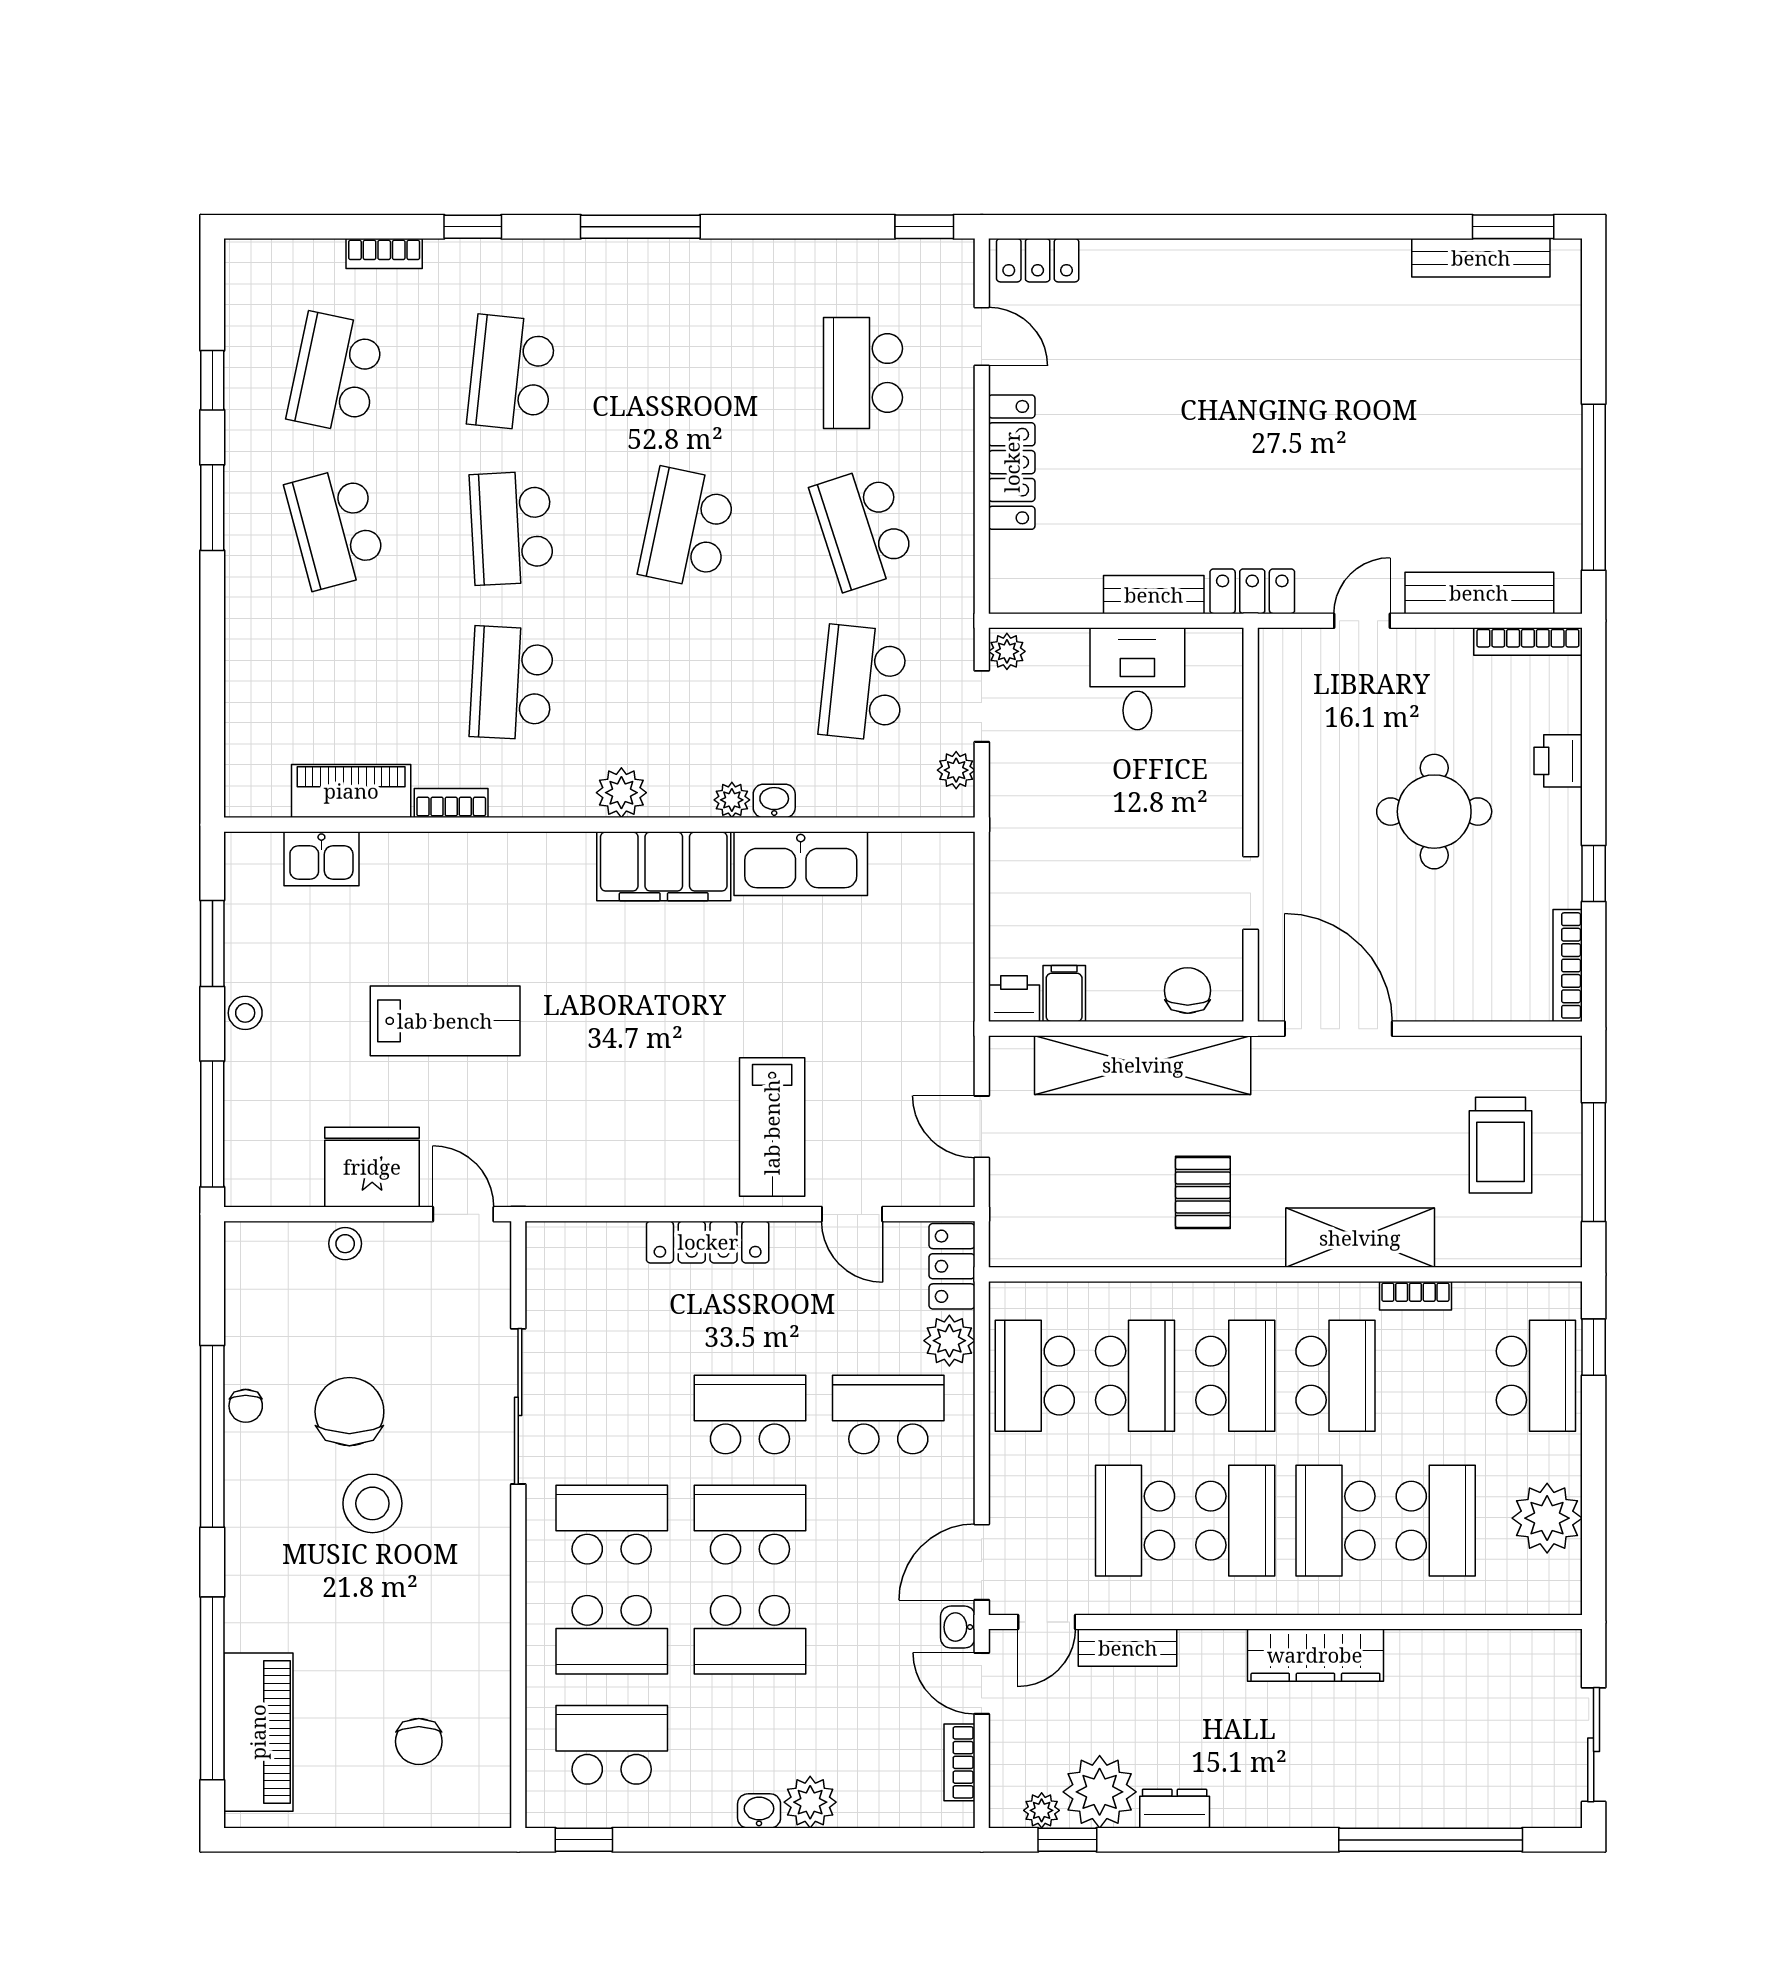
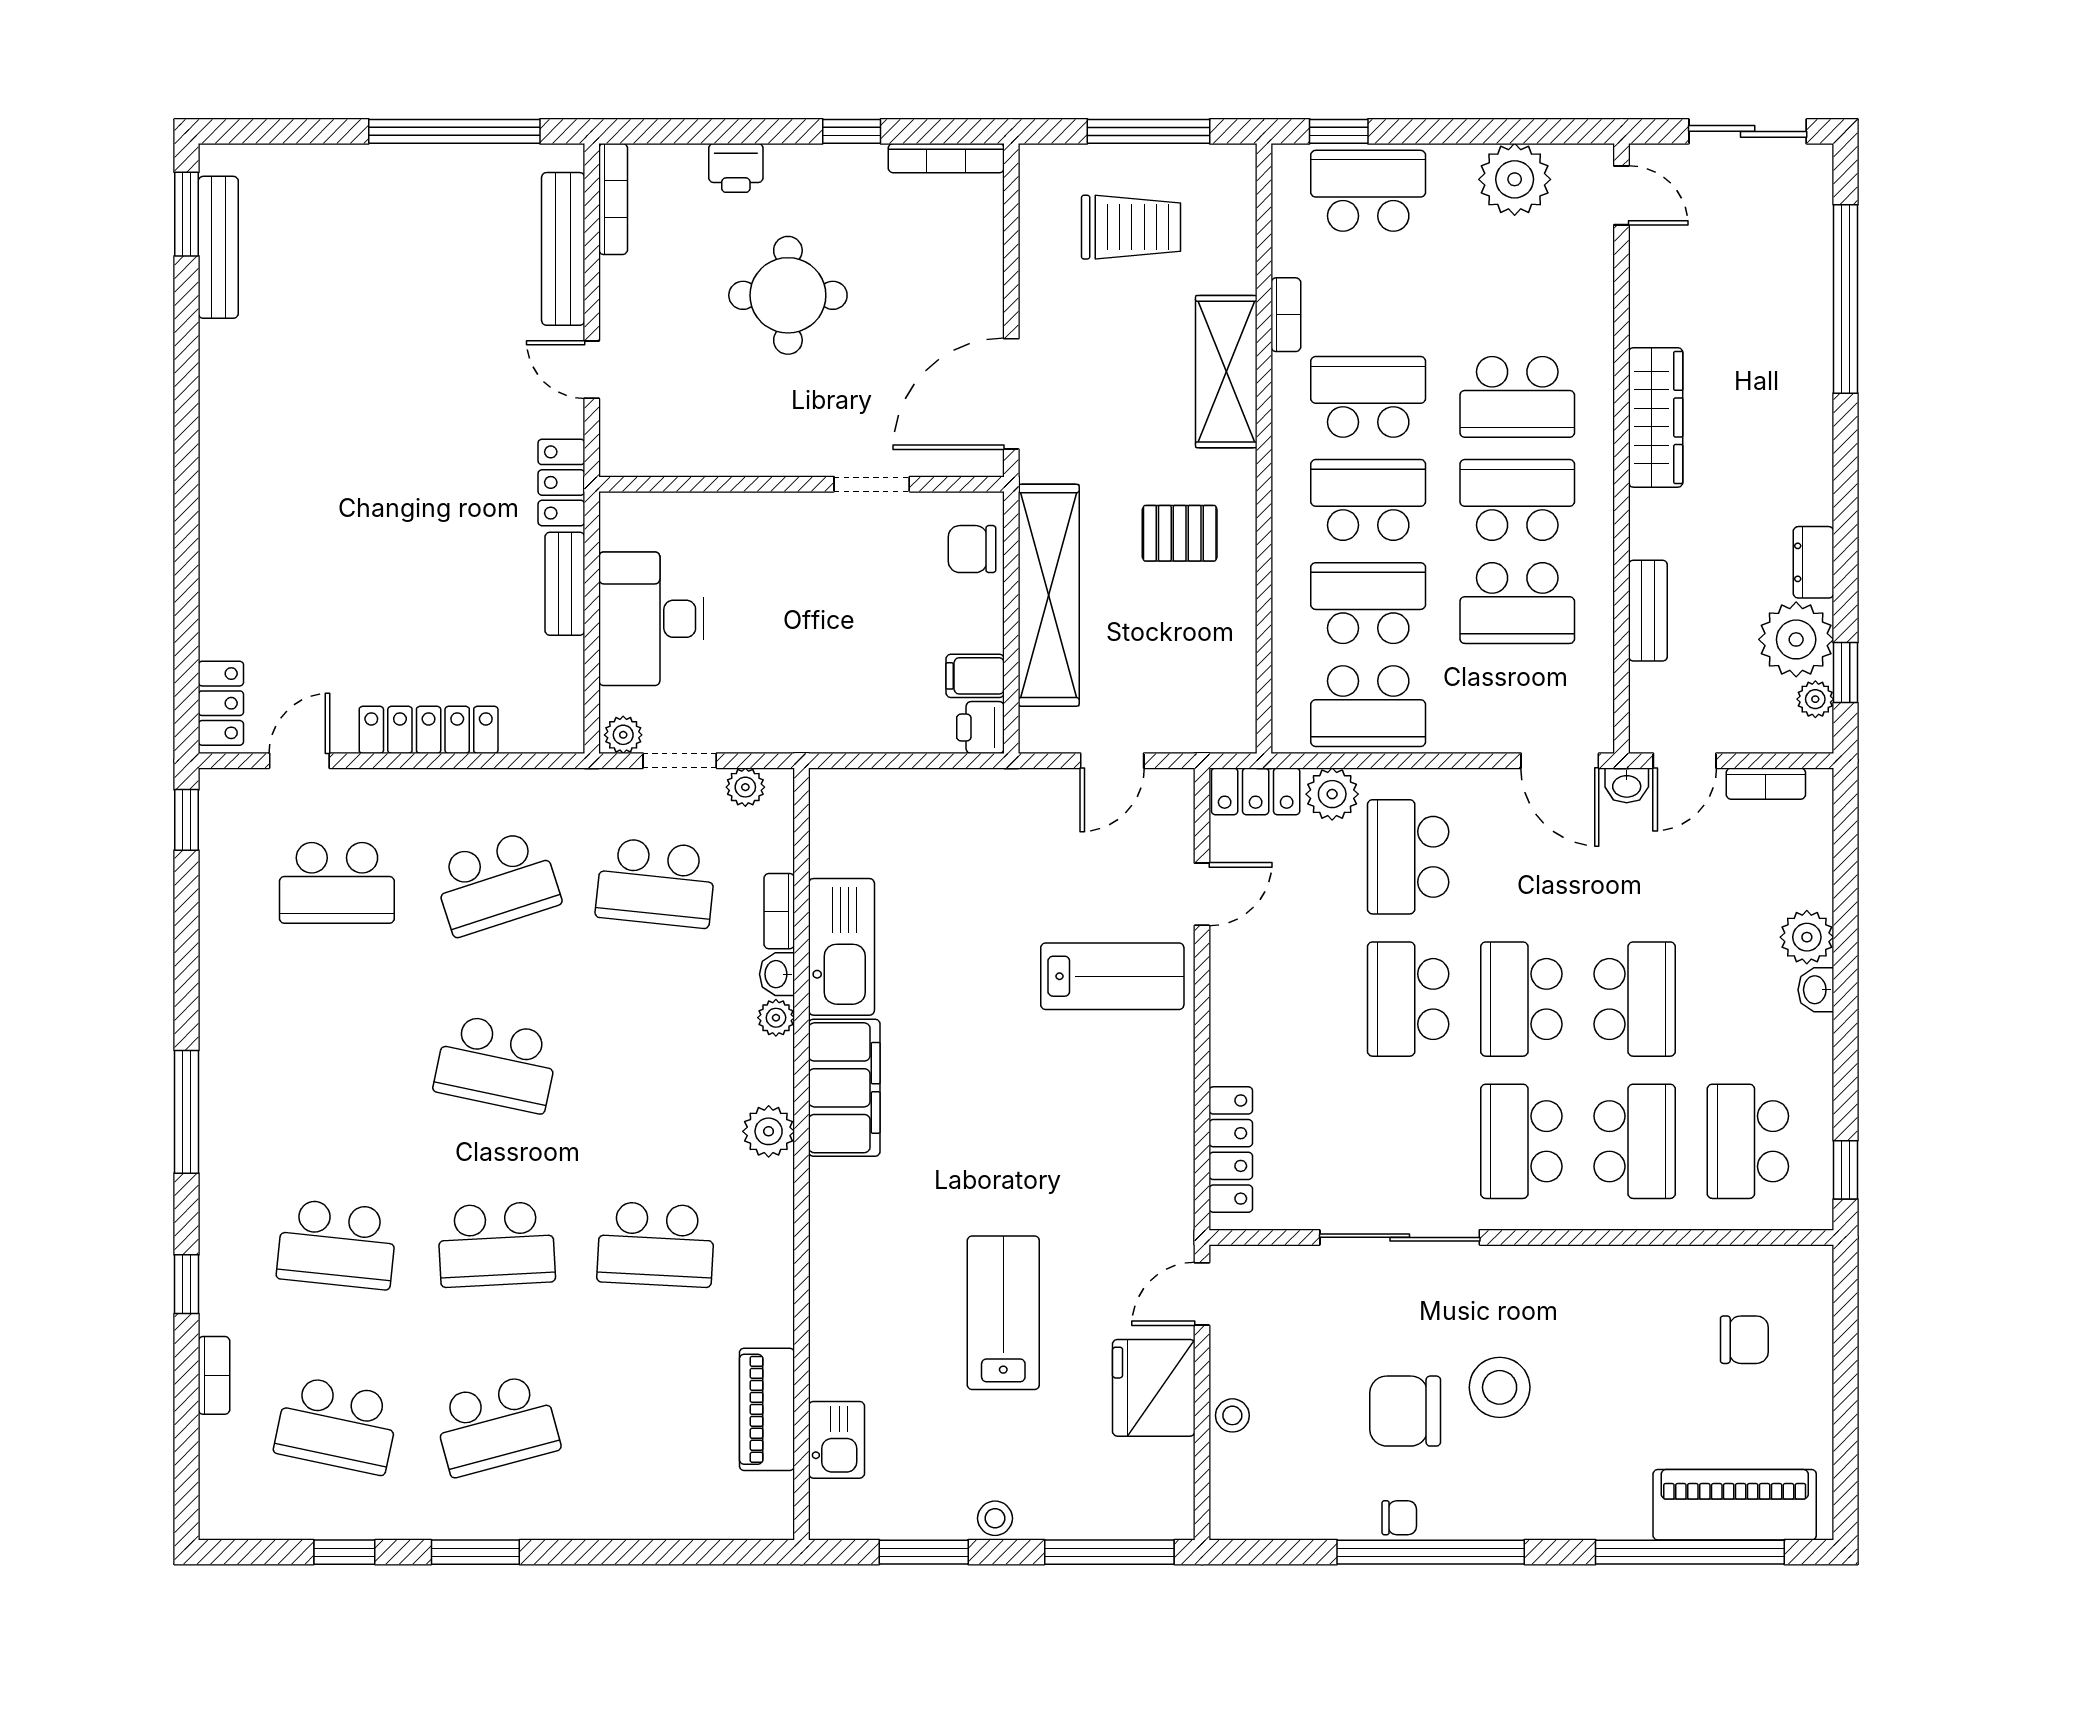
desk: (1137, 679) -> (651, 619), width x1.37
bookcase: (451, 803) -> (779, 911), moved
locker: (708, 1242) -> (1231, 1150), moved
school desk: (1436, 1521) -> (1517, 294), removed
door: (1047, 1622) -> (1621, 195), moved

